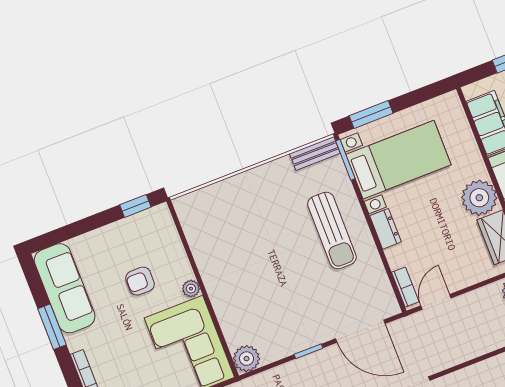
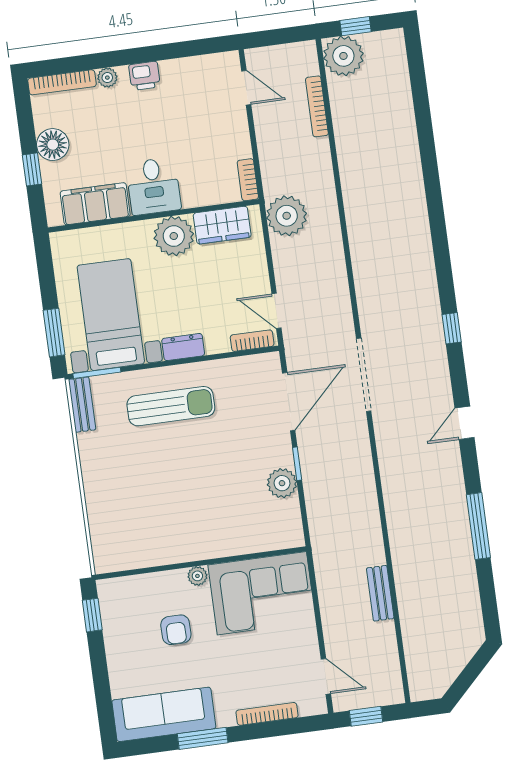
plant: (246, 359) -> (282, 483), moved

